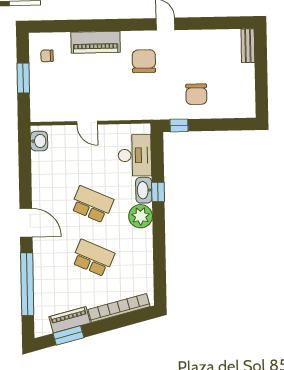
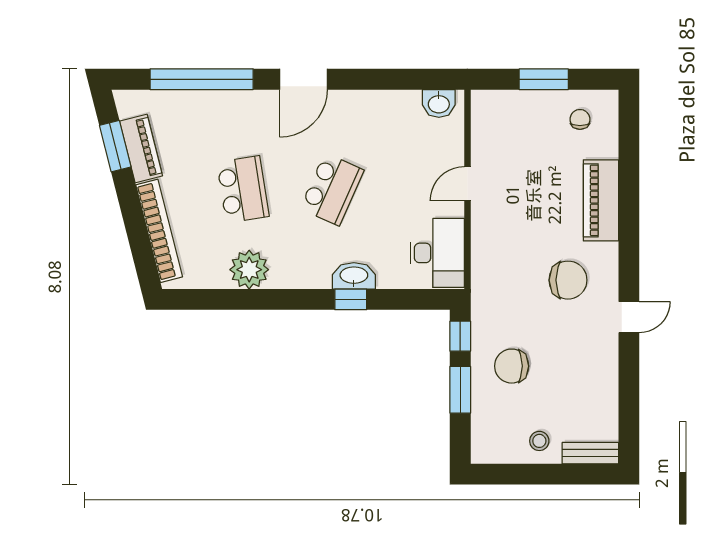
stool: (241, 77) -> (539, 441), added
window: (211, 125) -> (460, 390), added
desk: (135, 155) -> (437, 253), moved, turned -90
plant: (141, 216) -> (249, 270), moved
school desk: (93, 258) -> (243, 189), turned -33

